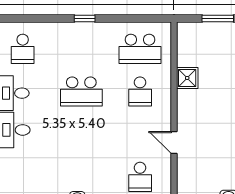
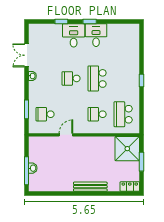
school desk: (23, 49) -> (71, 78), moved
shower: (187, 78) -> (127, 149), moved, width x1.86, depth x1.86

